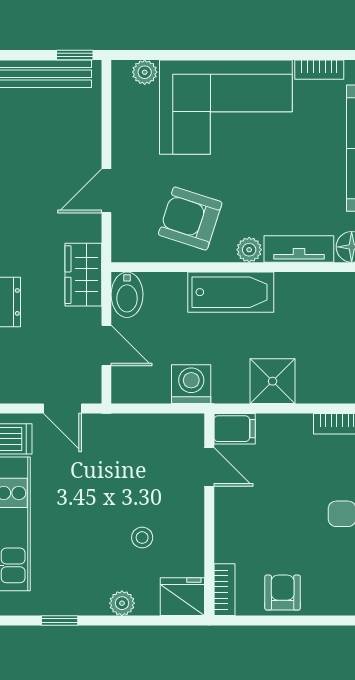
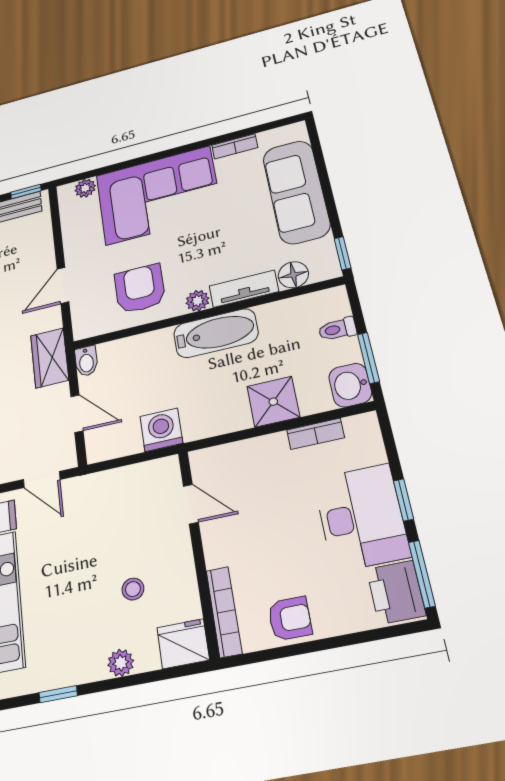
armchair: (190, 219) -> (140, 289), turned 72
bathtub: (231, 292) -> (216, 333), moved
bidet: (127, 295) -> (86, 361), width x0.72, depth x0.74
shower: (273, 381) -> (273, 402), moved
filing cabinet: (235, 429) -> (210, 462), removed
bookcase: (224, 590) -> (224, 612), width x1.56
armchair: (283, 593) -> (290, 618), turned 90

